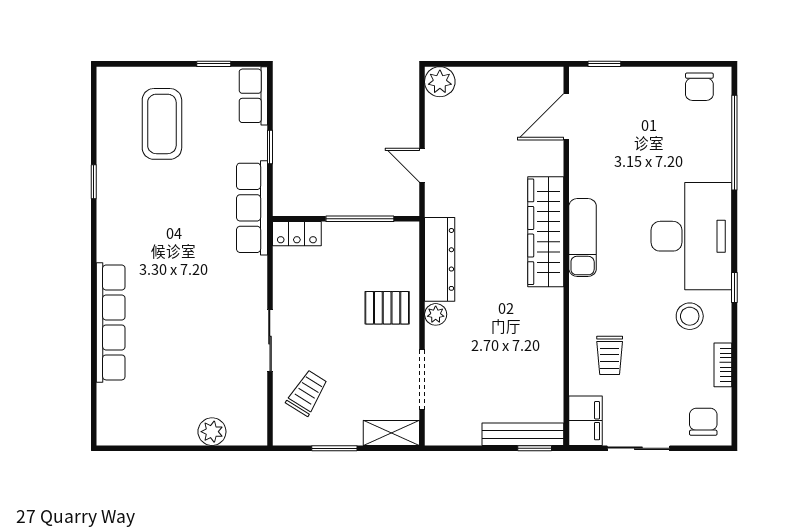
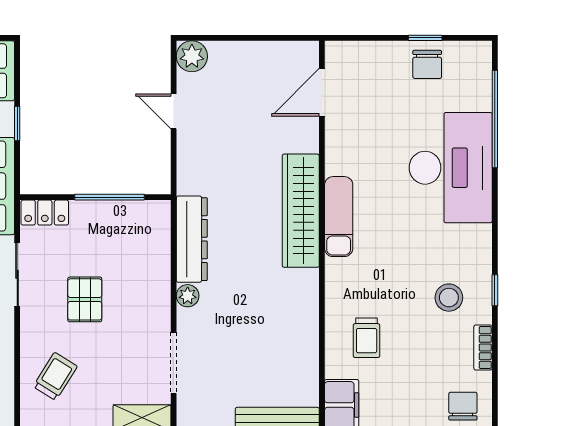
window: (604, 64) -> (425, 38), moved
chair: (699, 87) -> (427, 64), moved
door: (422, 165) -> (174, 111), moved
desk: (691, 236) -> (451, 168), moved
window: (734, 287) -> (495, 290), moved
pallet: (387, 308) -> (85, 299), moved, turned 90
sliding door: (270, 340) -> (17, 274), moved

